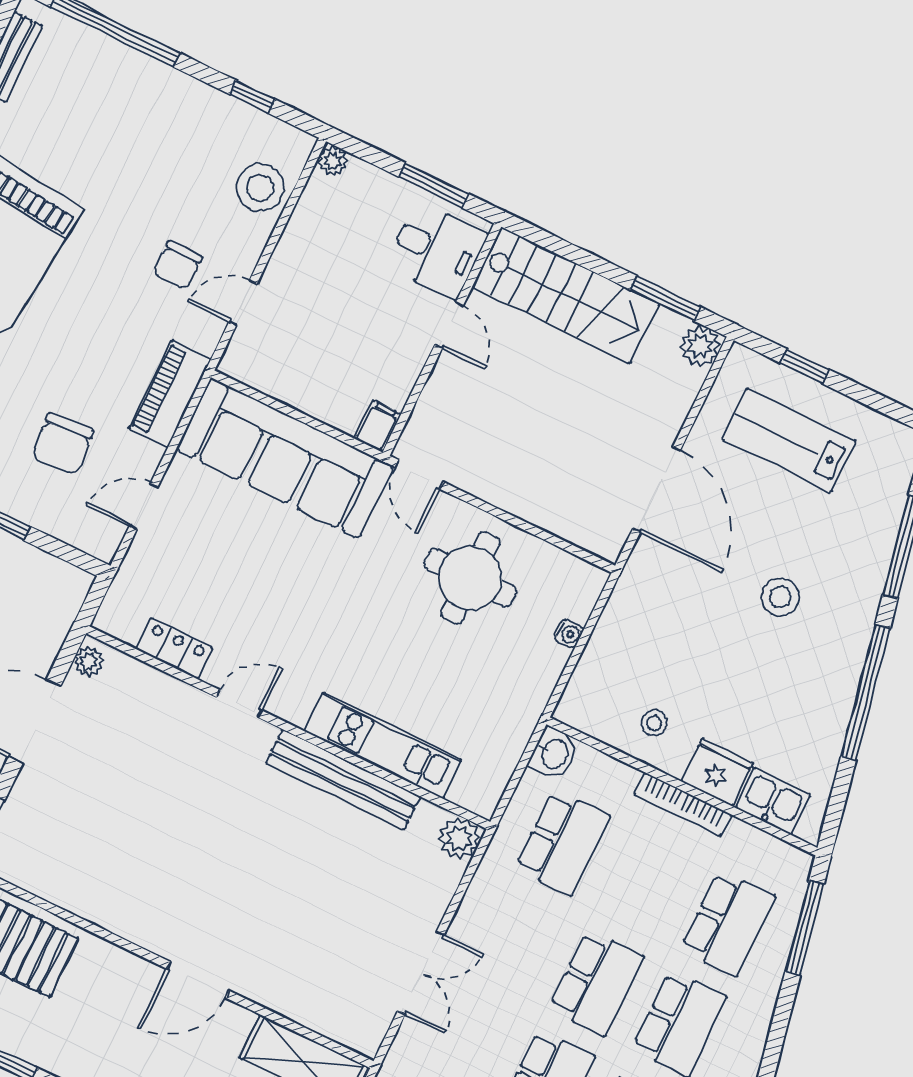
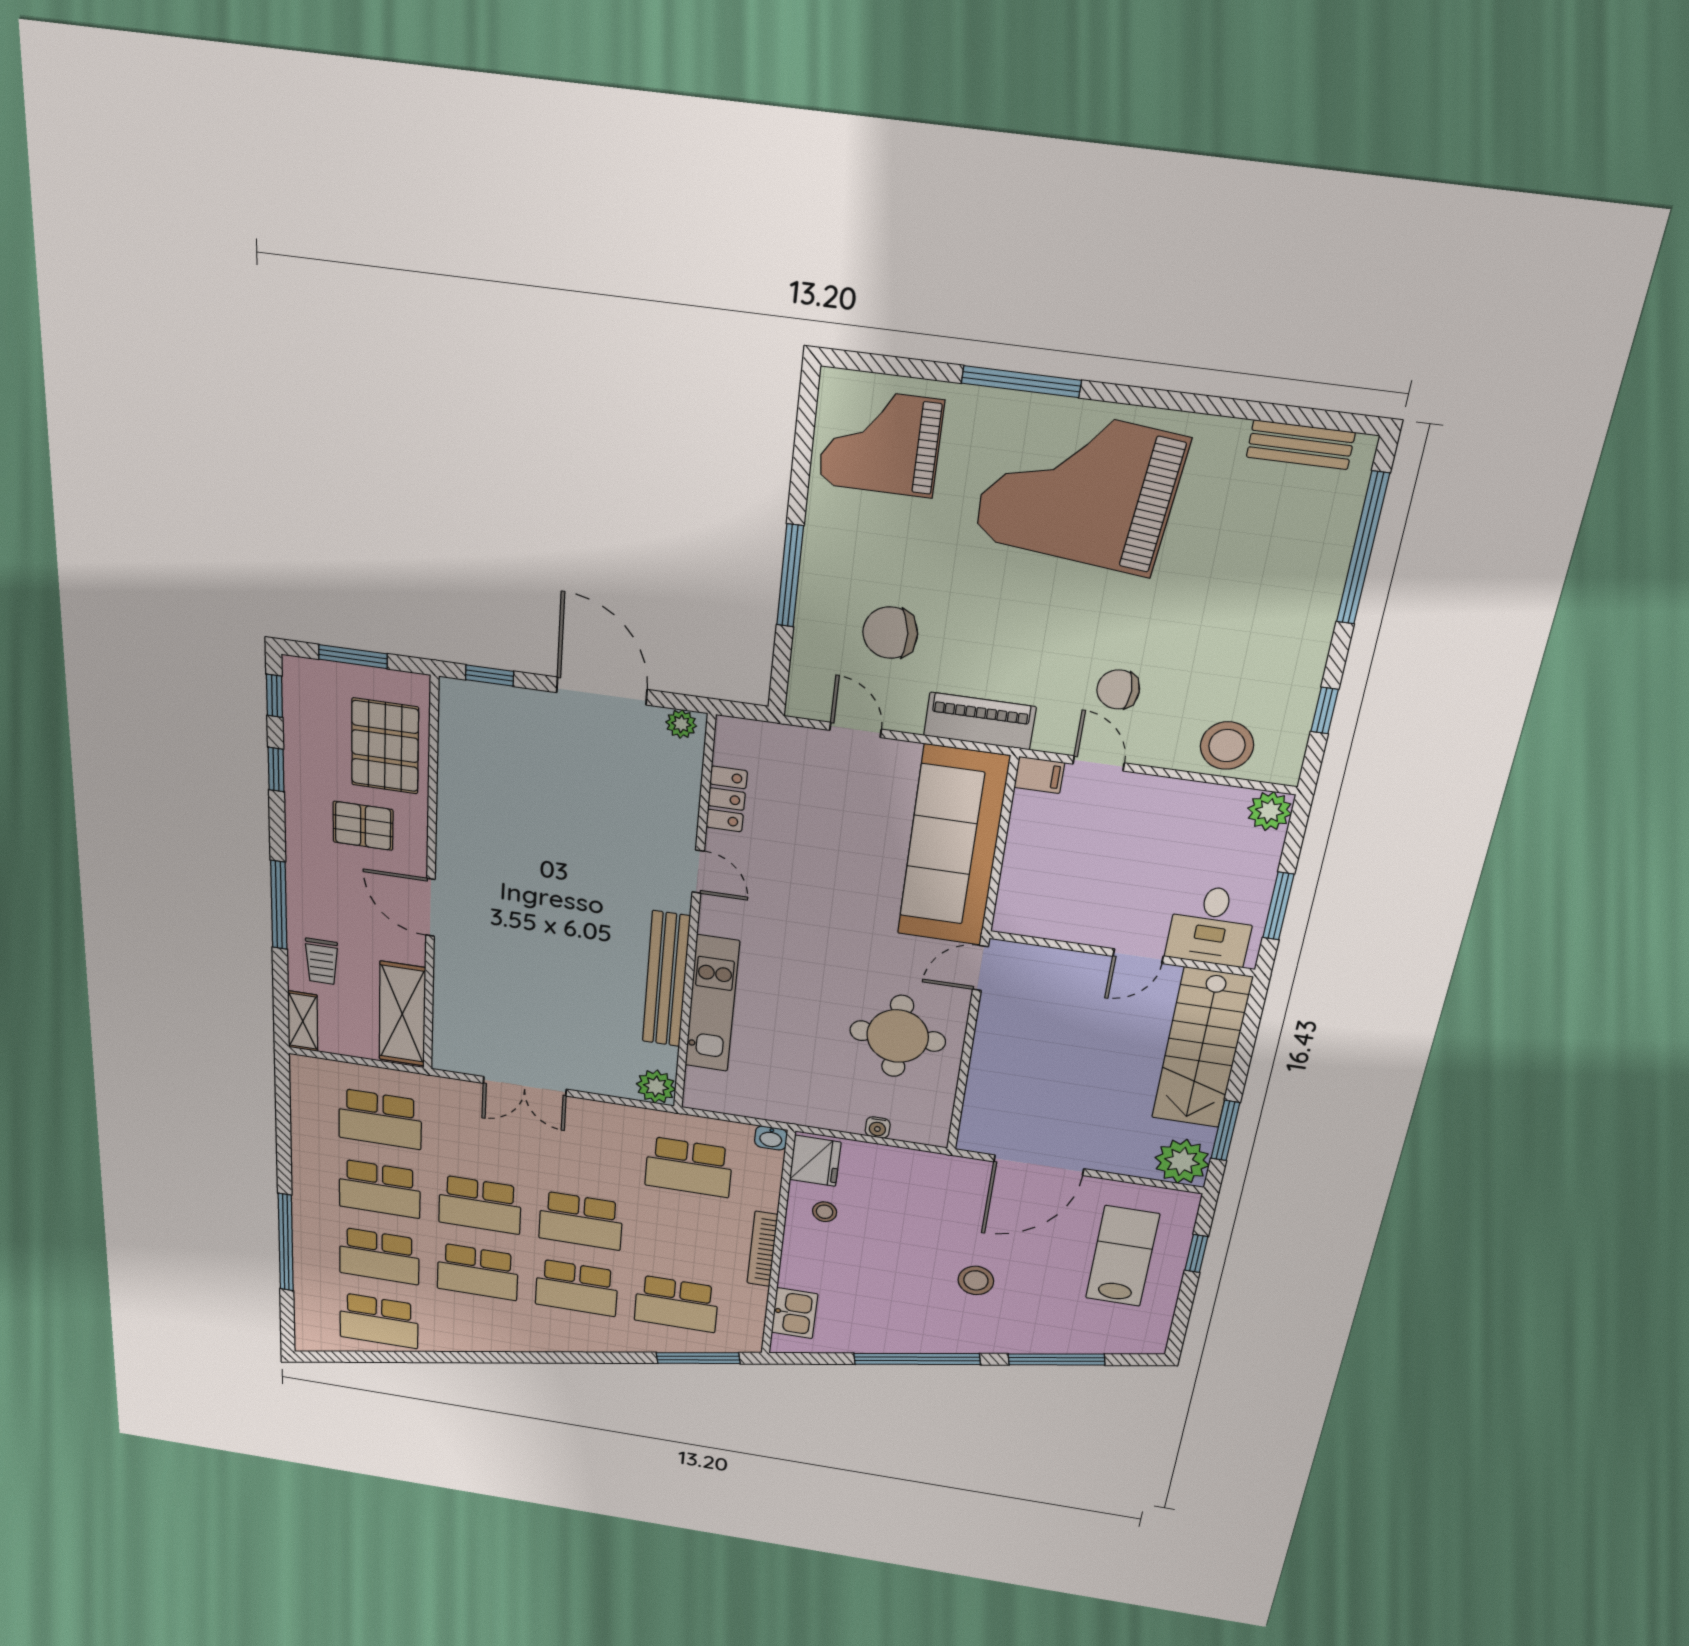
plant: (333, 161) -> (1270, 811), width x1.38, depth x1.38
plant: (700, 346) -> (1182, 1161), width x1.36, depth x1.36
filing cabinet: (378, 426) -> (1039, 775), moved
washbasin: (554, 753) -> (771, 1138), width x0.72, depth x0.69
fridge: (717, 772) -> (815, 1161), moved
pallet: (95, 1007) -> (363, 826), added

